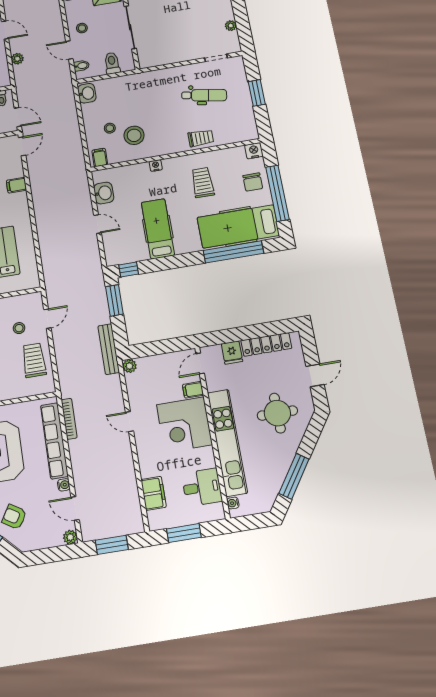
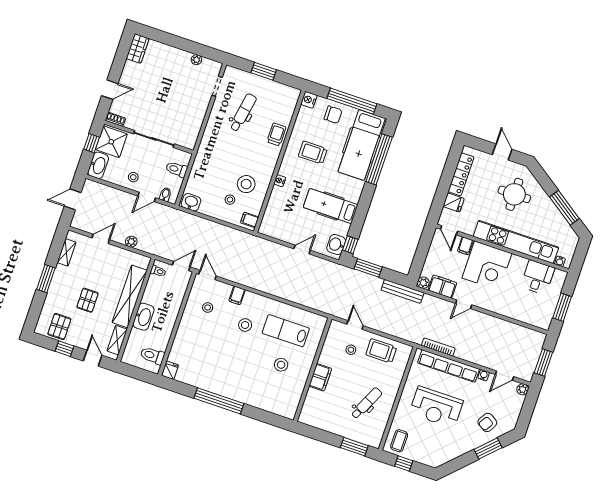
washbasin: (104, 193) -> (336, 244), moved, turned -90
filing cabinet: (154, 493) -> (442, 286), moved

